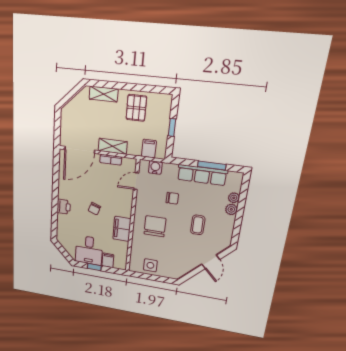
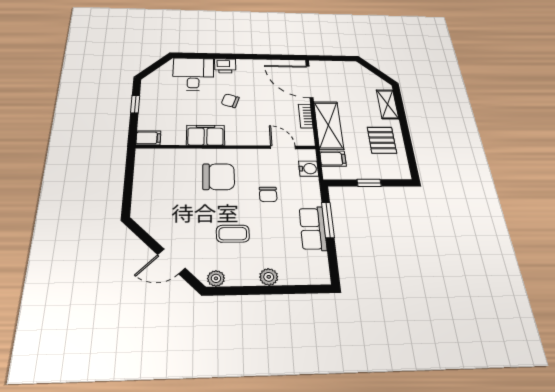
pallet: (136, 108) -> (382, 140), turned 90
shelving: (113, 146) -> (328, 125), width x1.50, depth x1.33
window: (212, 166) -> (328, 220), moved
row of seats: (202, 175) -> (313, 228), width x0.68
plant: (234, 198) -> (216, 278), moved
desk: (89, 250) -> (193, 74), moved, turned 90
filing cabinet: (108, 260) -> (148, 138), moved
side table: (150, 265) -> (150, 177), removed

